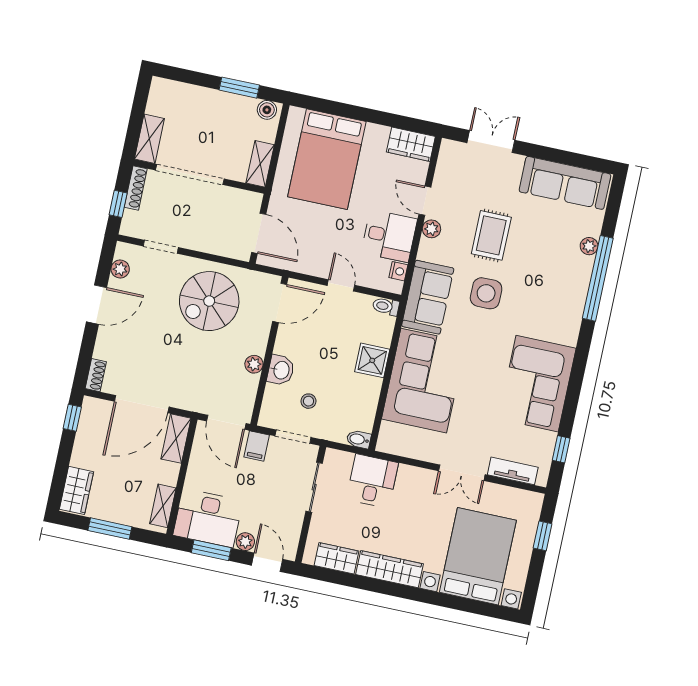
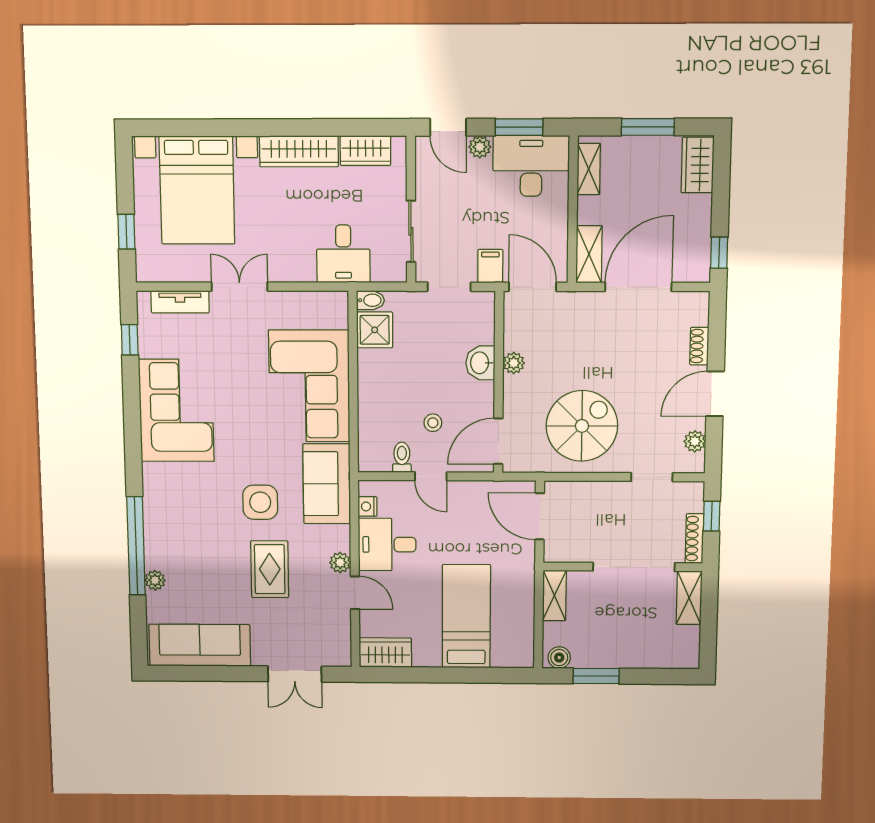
bed: (327, 159) -> (466, 616), width x0.67
toilet: (386, 306) -> (402, 457), moved, turned -90
shower: (372, 360) -> (375, 330), moved
shoe rack: (96, 375) -> (699, 346), moved
stool: (308, 401) -> (433, 423), moved

